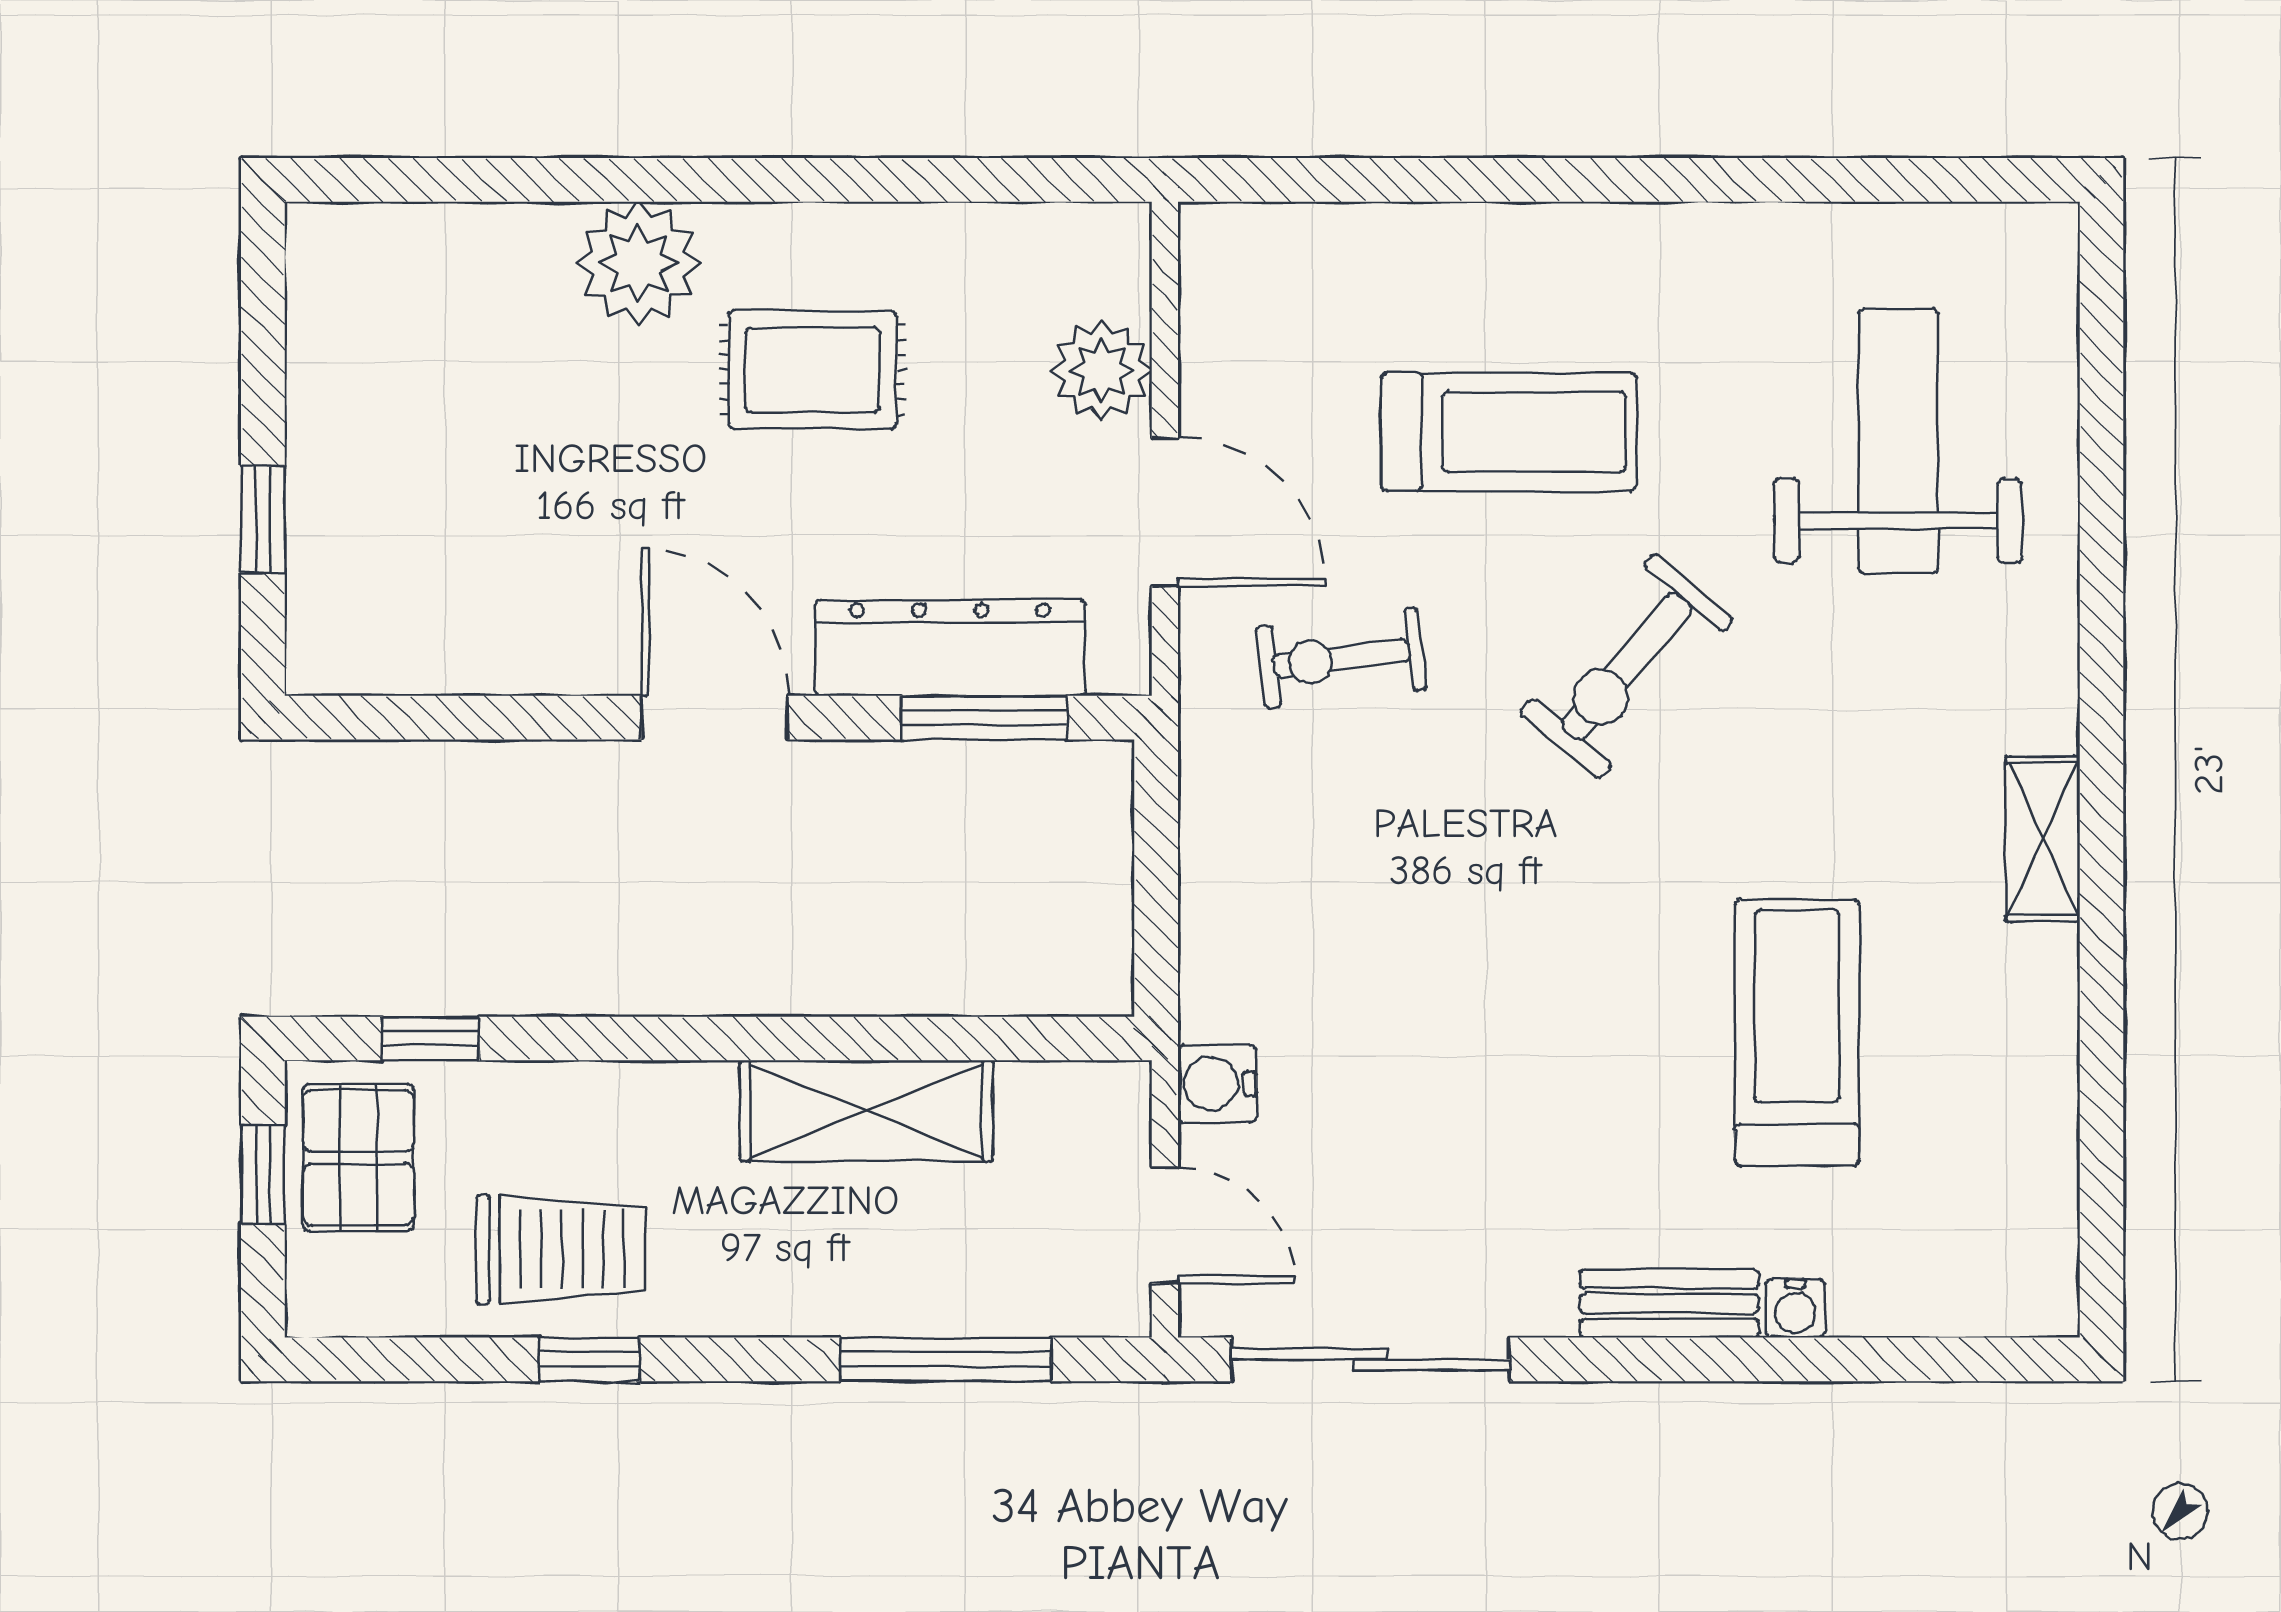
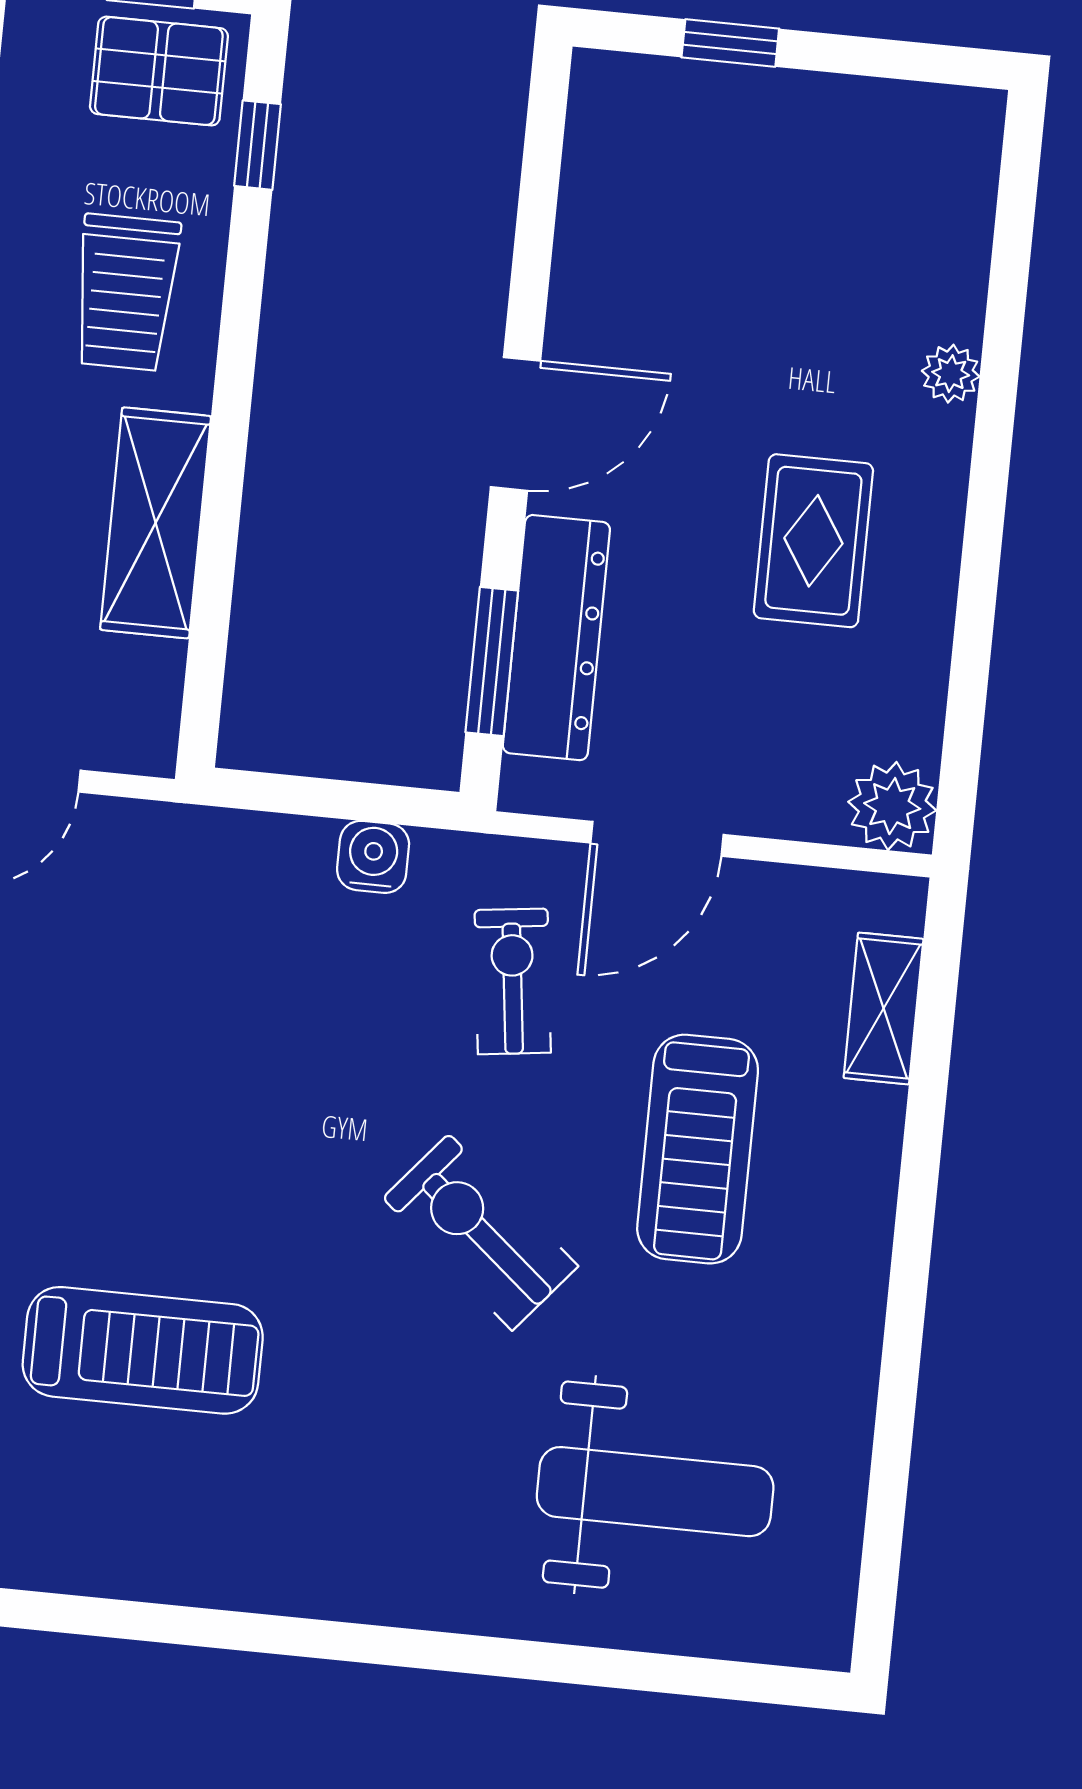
plant: (638, 263) -> (951, 374), width x0.53, depth x0.53
plant: (1102, 370) -> (892, 806), moved
shelving: (2043, 839) -> (884, 1008), moved, turned 90
water cooler: (1217, 1084) -> (373, 857), moved
trolley: (561, 1249) -> (126, 292), moved

